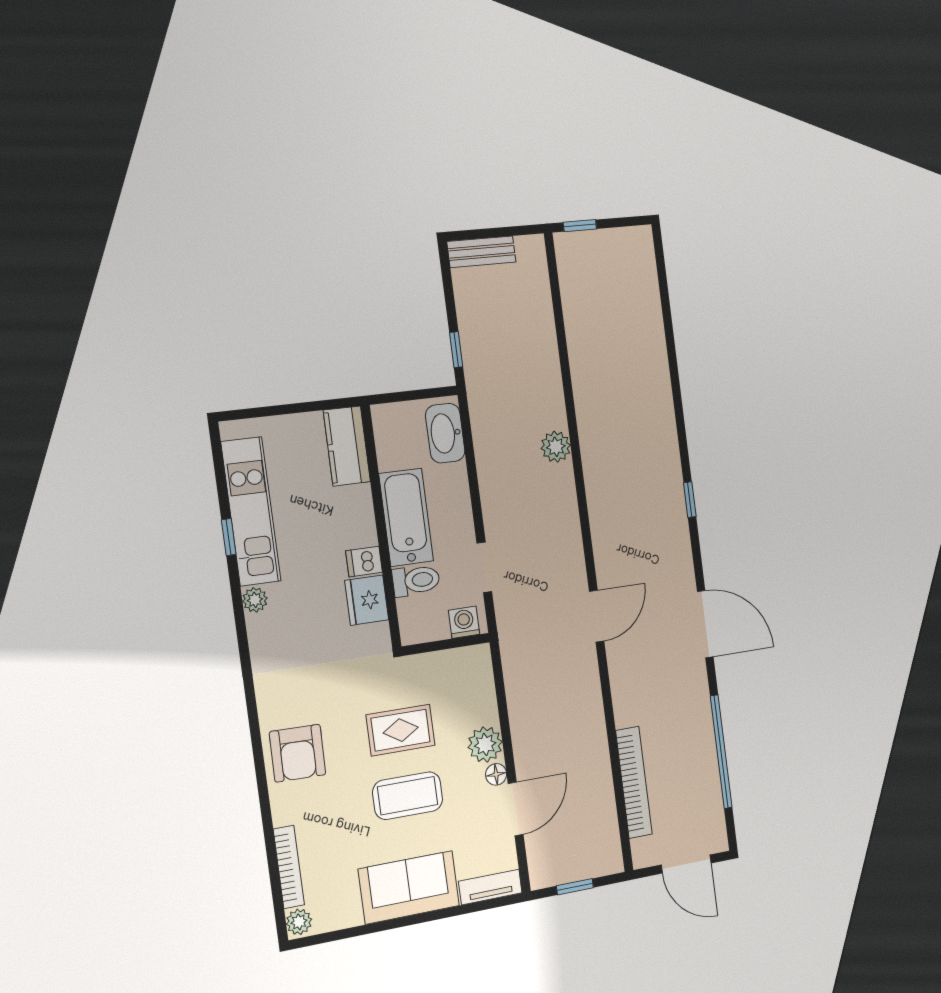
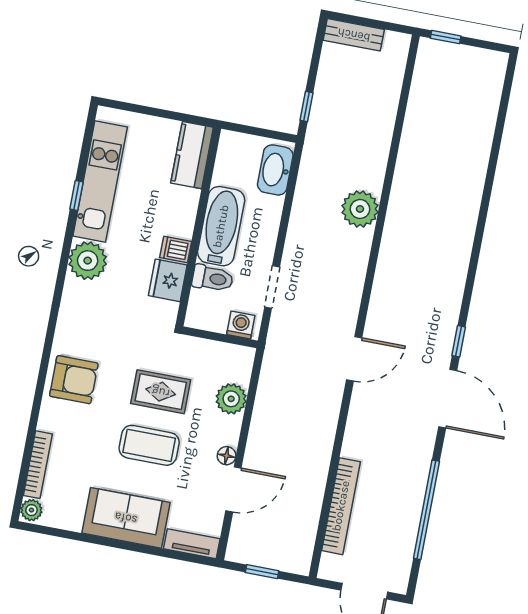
plant: (556, 447) -> (360, 209), width x1.36, depth x1.36
window: (690, 500) -> (459, 341), moved
plant: (255, 600) -> (88, 261), width x1.88, depth x1.88
plant: (485, 744) -> (231, 399), moved
armchair: (298, 753) -> (74, 380), turned -91

